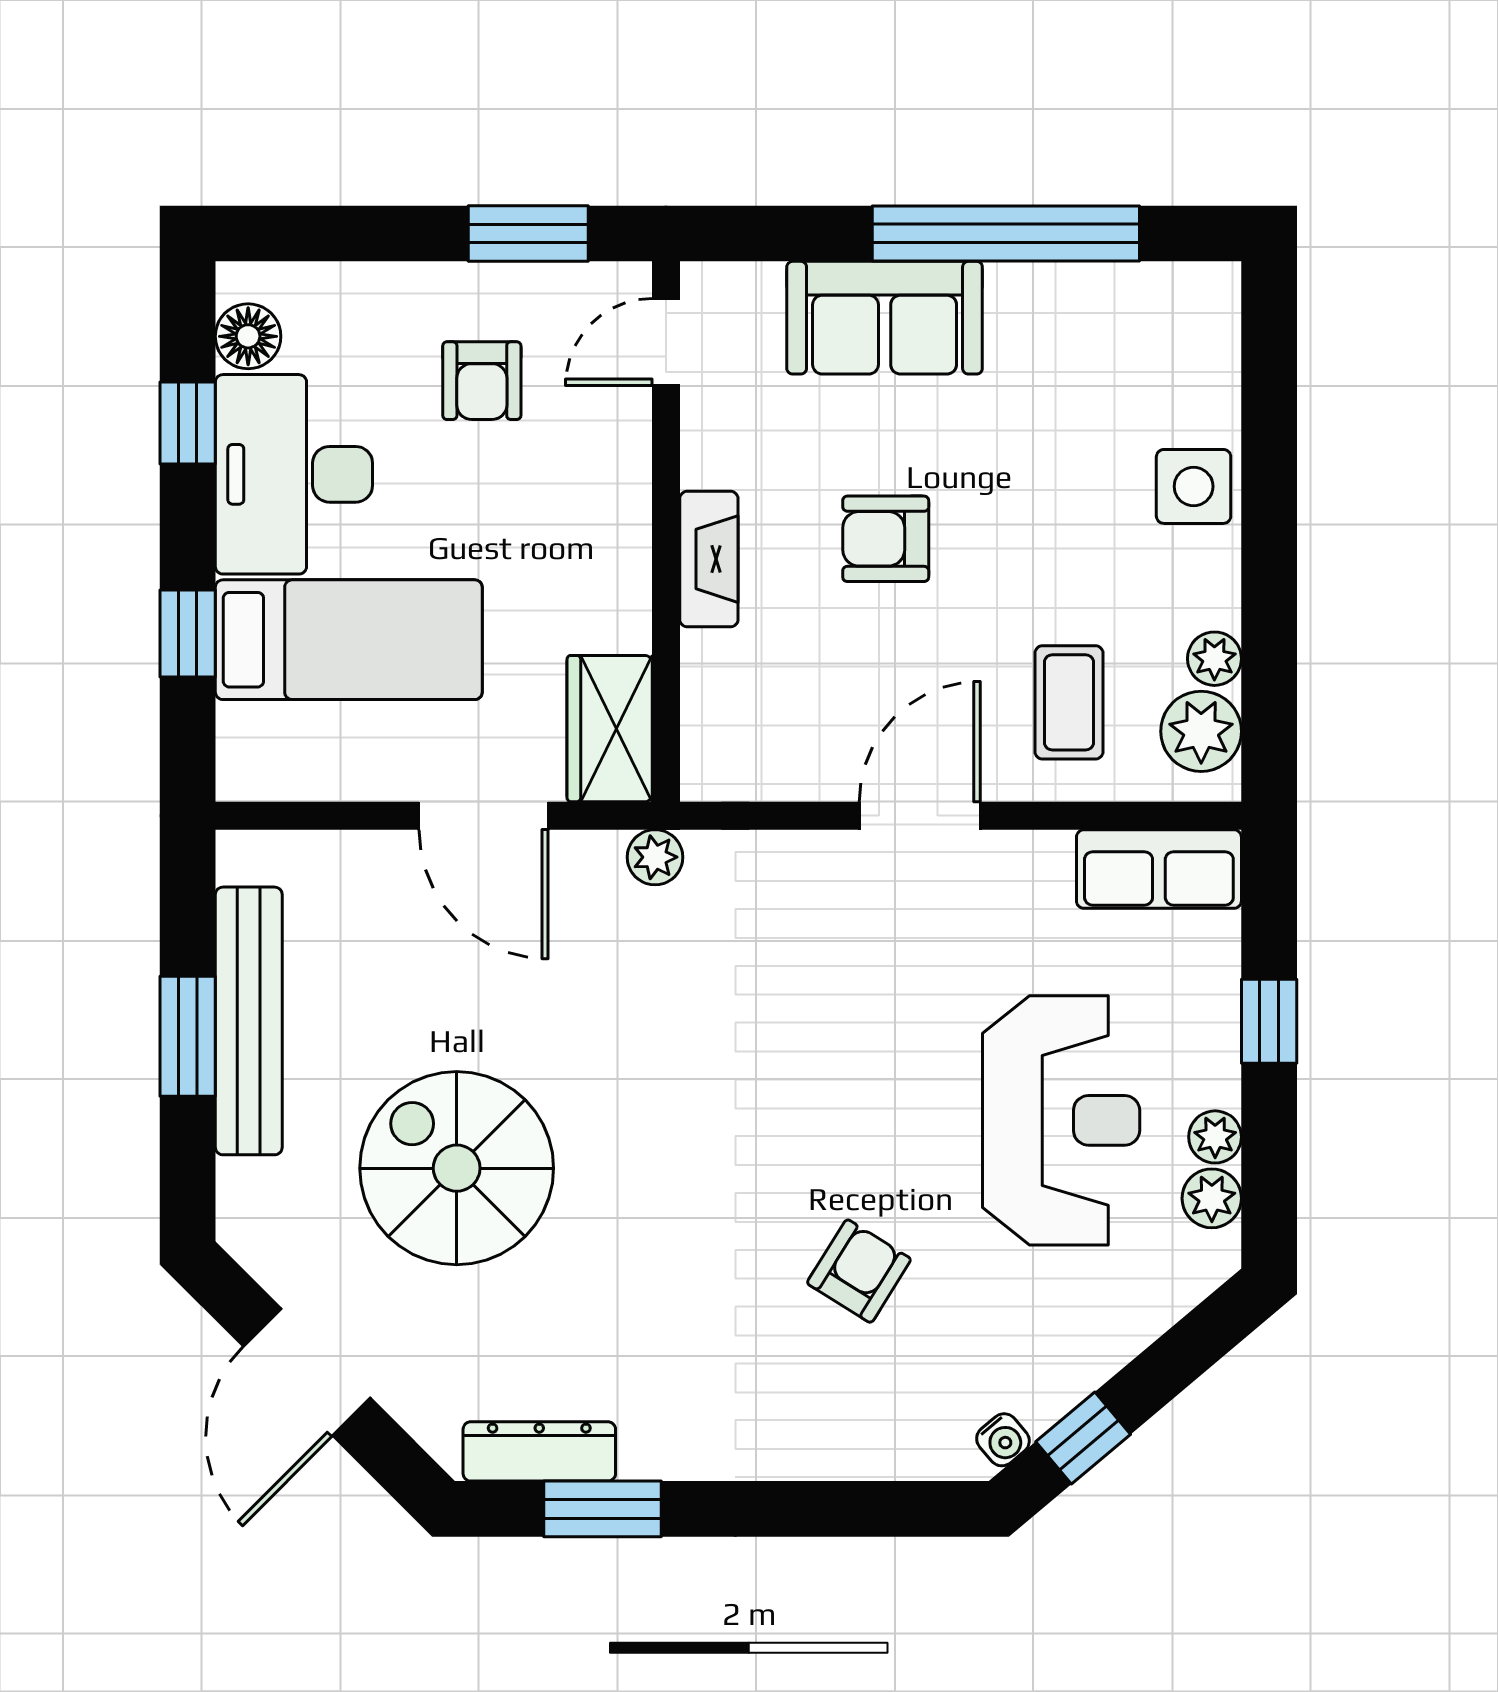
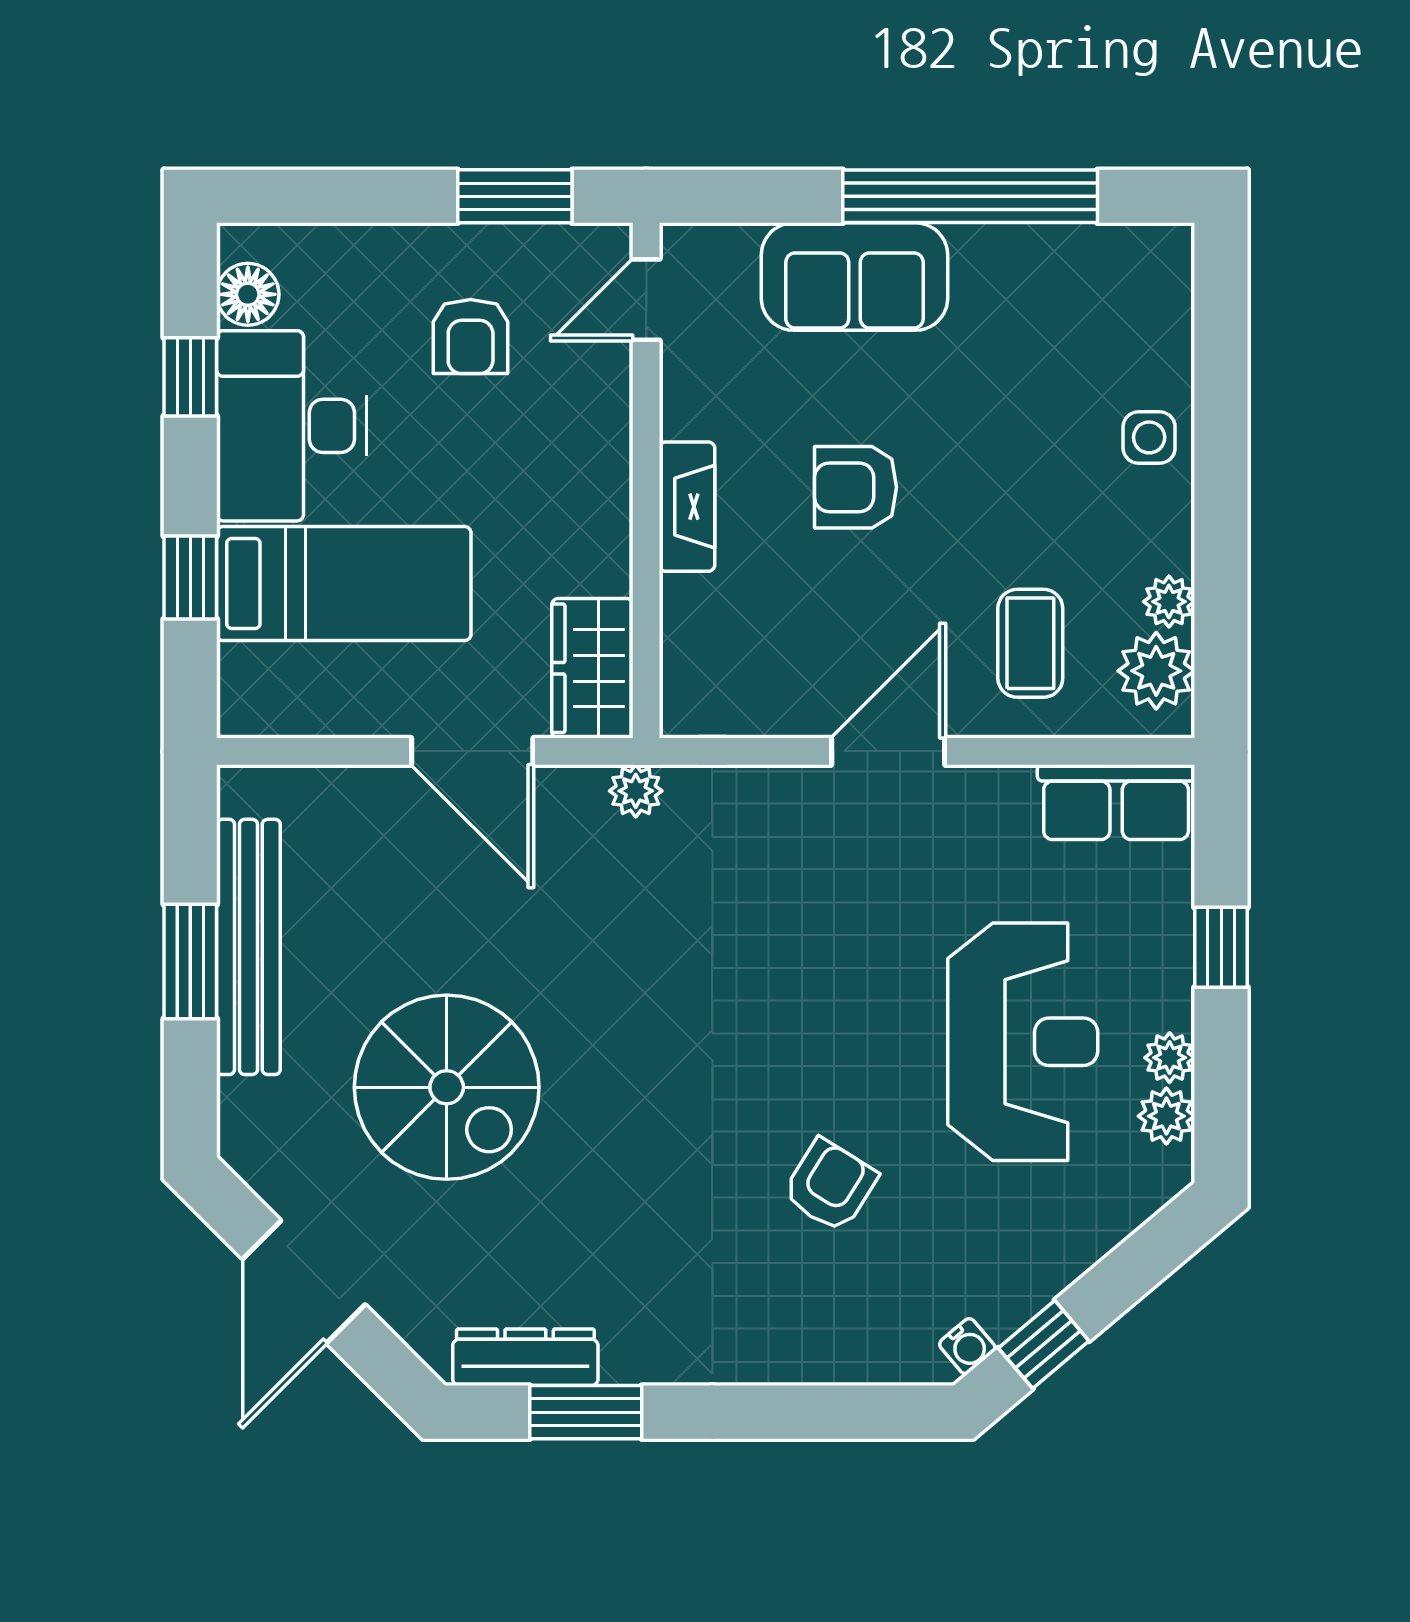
side table: (1194, 486) -> (1149, 437), width x0.73, depth x0.73
spiral stairs: (457, 1168) -> (447, 1087), turned 180

